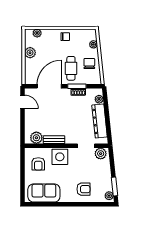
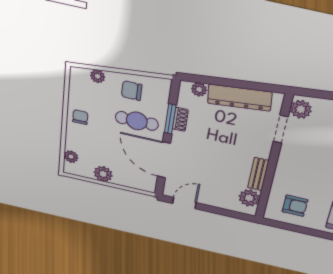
side table: (60, 157) -> (291, 173), removed

